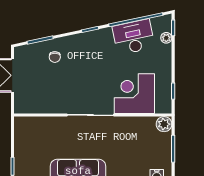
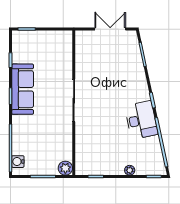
desk: (134, 37) -> (141, 120), moved
plant: (166, 38) -> (130, 170), moved
chair: (55, 57) -> (127, 68), removed
corner desk: (134, 94) -> (93, 141), removed

